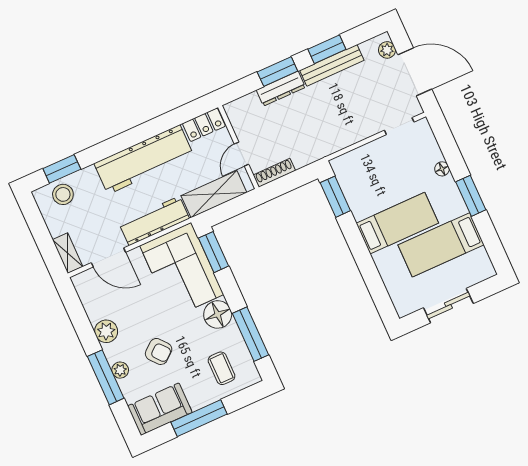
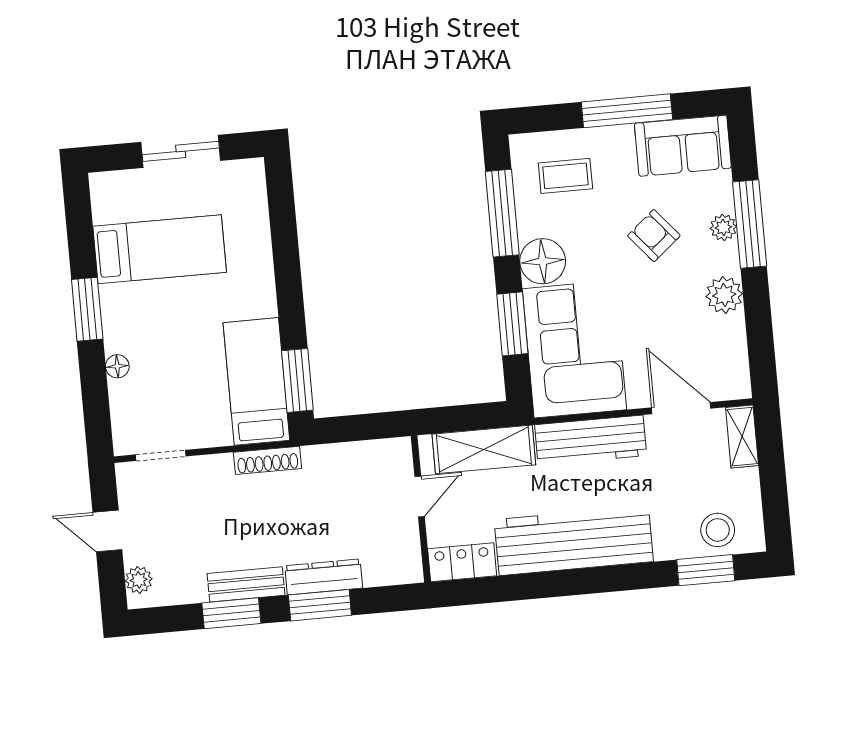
bench: (332, 65) -> (246, 584), width x0.73
door: (415, 72) -> (107, 531), width x0.53
shoe rack: (274, 173) -> (268, 460), moved
bed: (397, 223) -> (256, 381), moved, turned 90
window: (213, 252) -> (512, 324), moved
coffee table: (222, 368) -> (565, 176), turned 90

